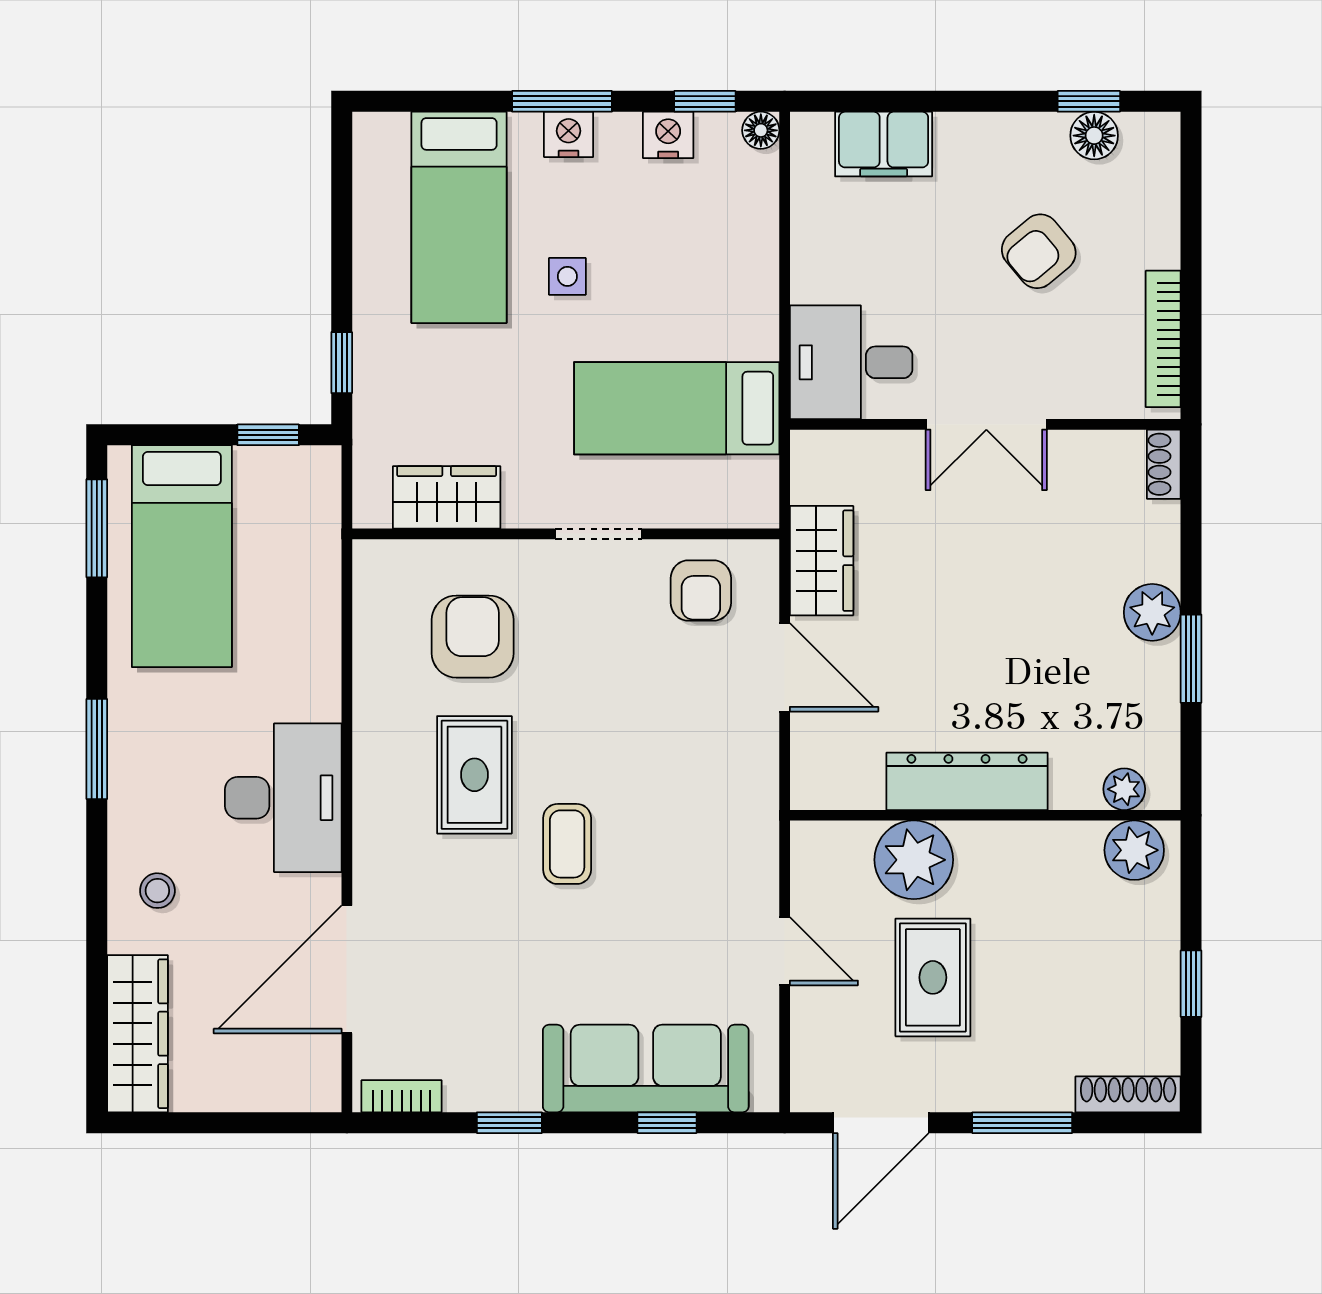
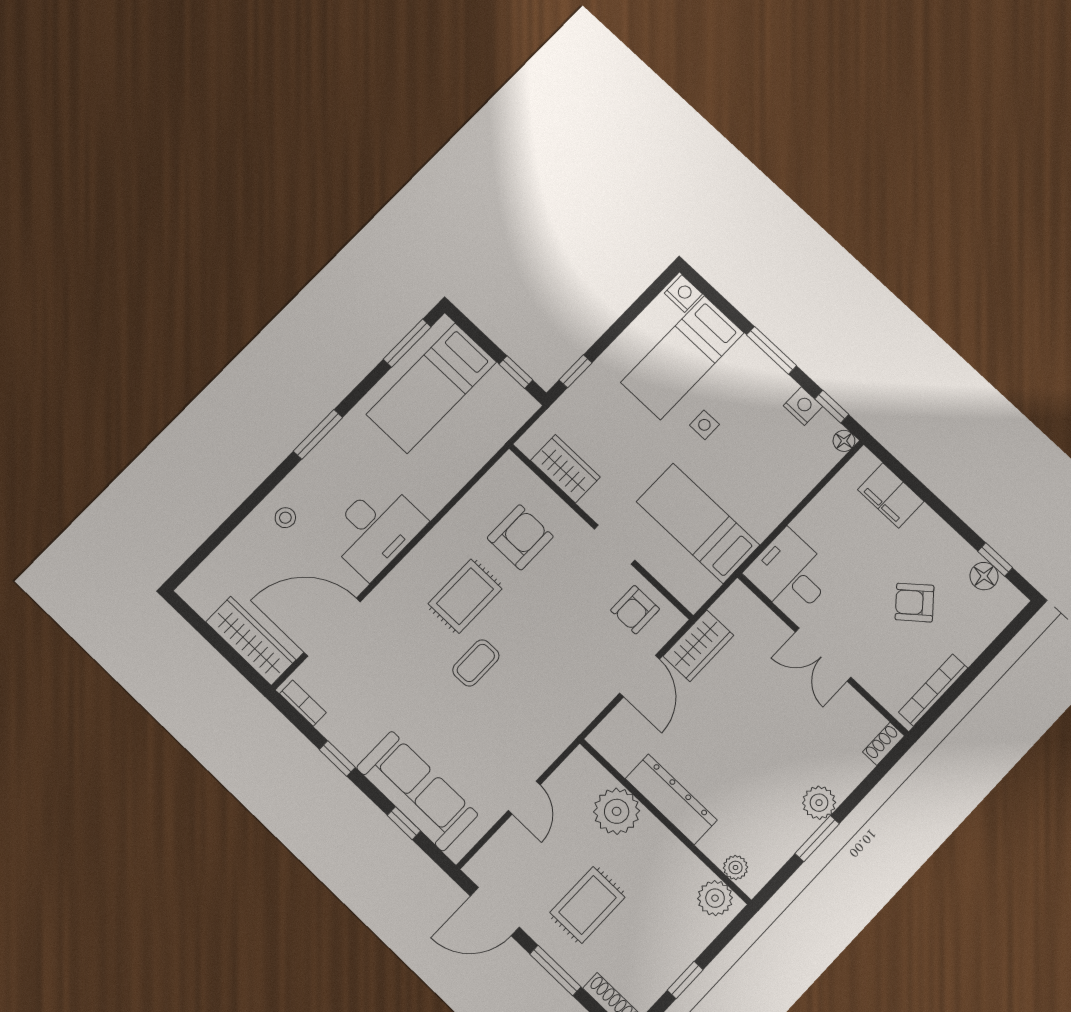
nightstand: (569, 134) -> (683, 294), moved
rug: (933, 977) -> (587, 905), moved
wardrobe: (138, 1034) -> (251, 641), moved, turned -90

